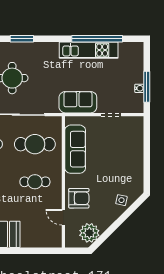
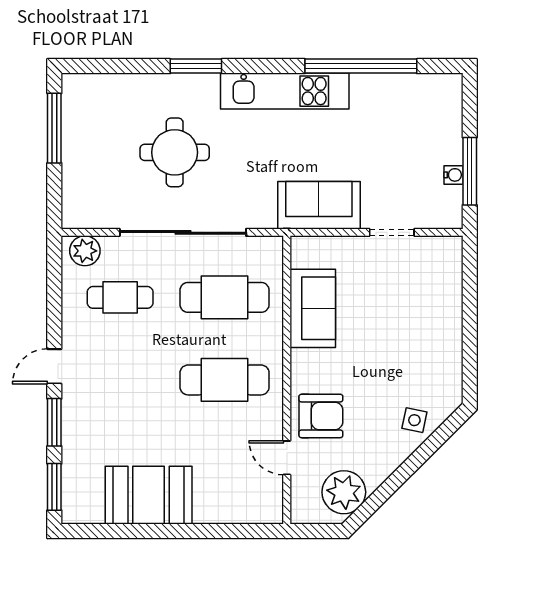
kitchen unit: (89, 50) -> (285, 91), moved
sofa: (75, 149) -> (313, 308), width x0.73
cafe table: (35, 182) -> (225, 380), width x1.37, depth x1.35

